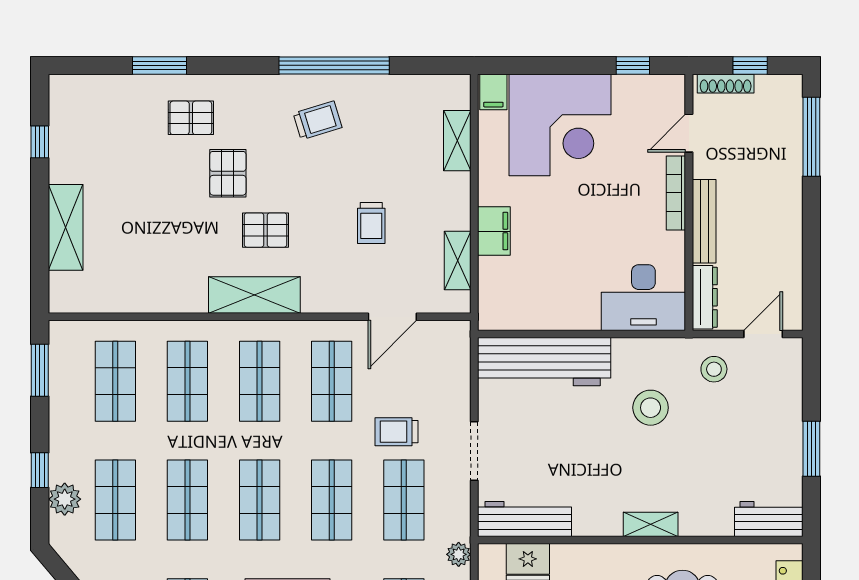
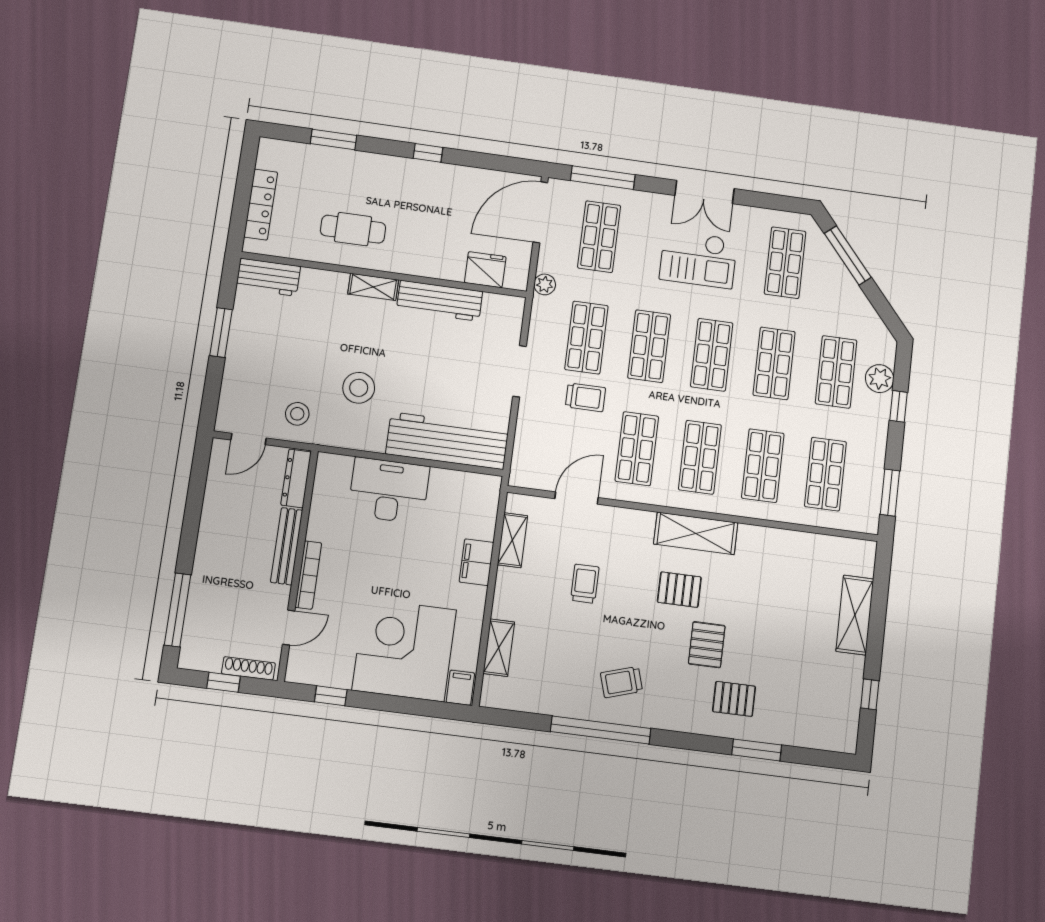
desk: (643, 298) -> (389, 490), moved
workbench: (525, 519) -> (440, 301), moved

